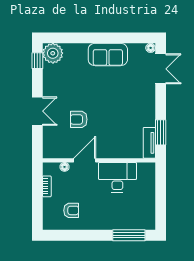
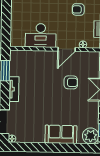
sofa: (108, 54) -> (61, 134), moved
tv unit: (149, 143) -> (14, 89), moved

